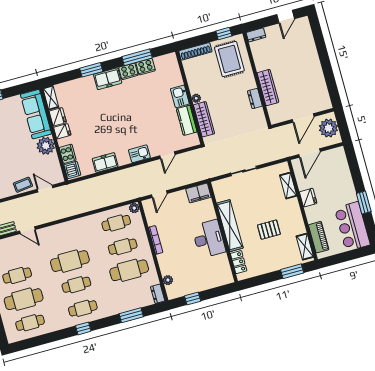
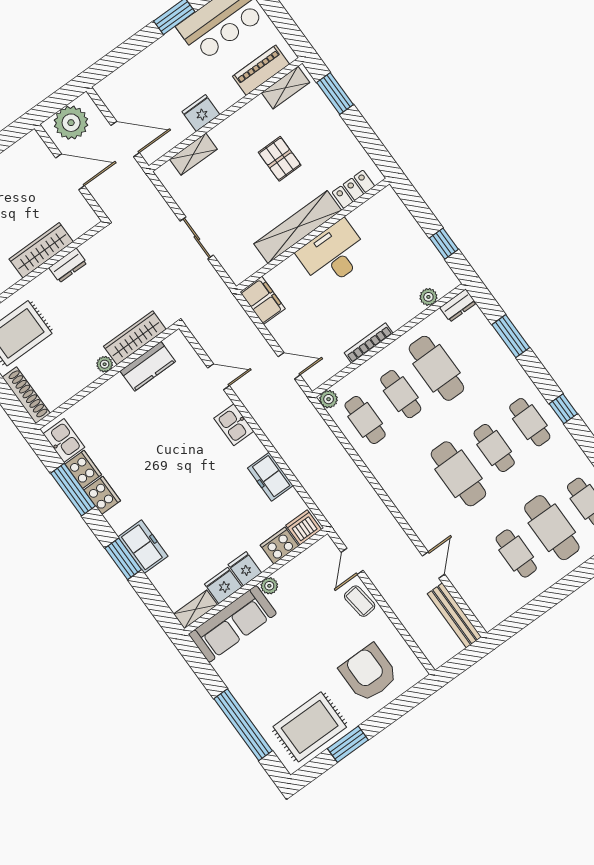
freezer: (108, 79) -> (143, 547), moved
kitchen sink: (180, 96) -> (64, 440), moved, turned -90
plant: (46, 146) -> (269, 586), width x0.53, depth x0.53

